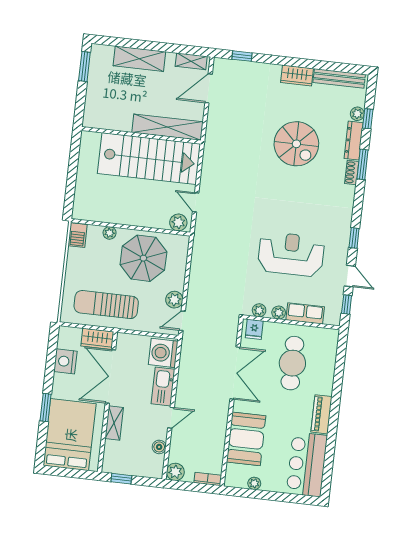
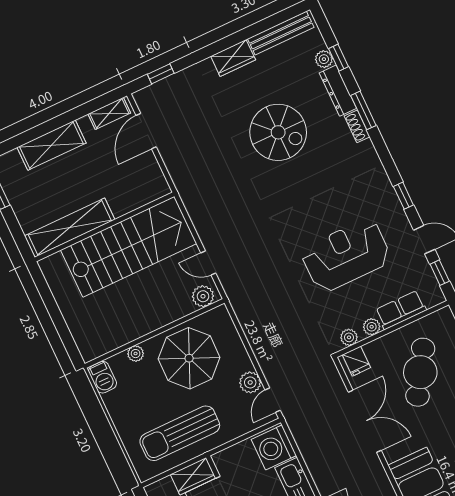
shelving: (167, 127) -> (70, 228), moved
cafe table: (292, 363) -> (420, 372), turned 32

